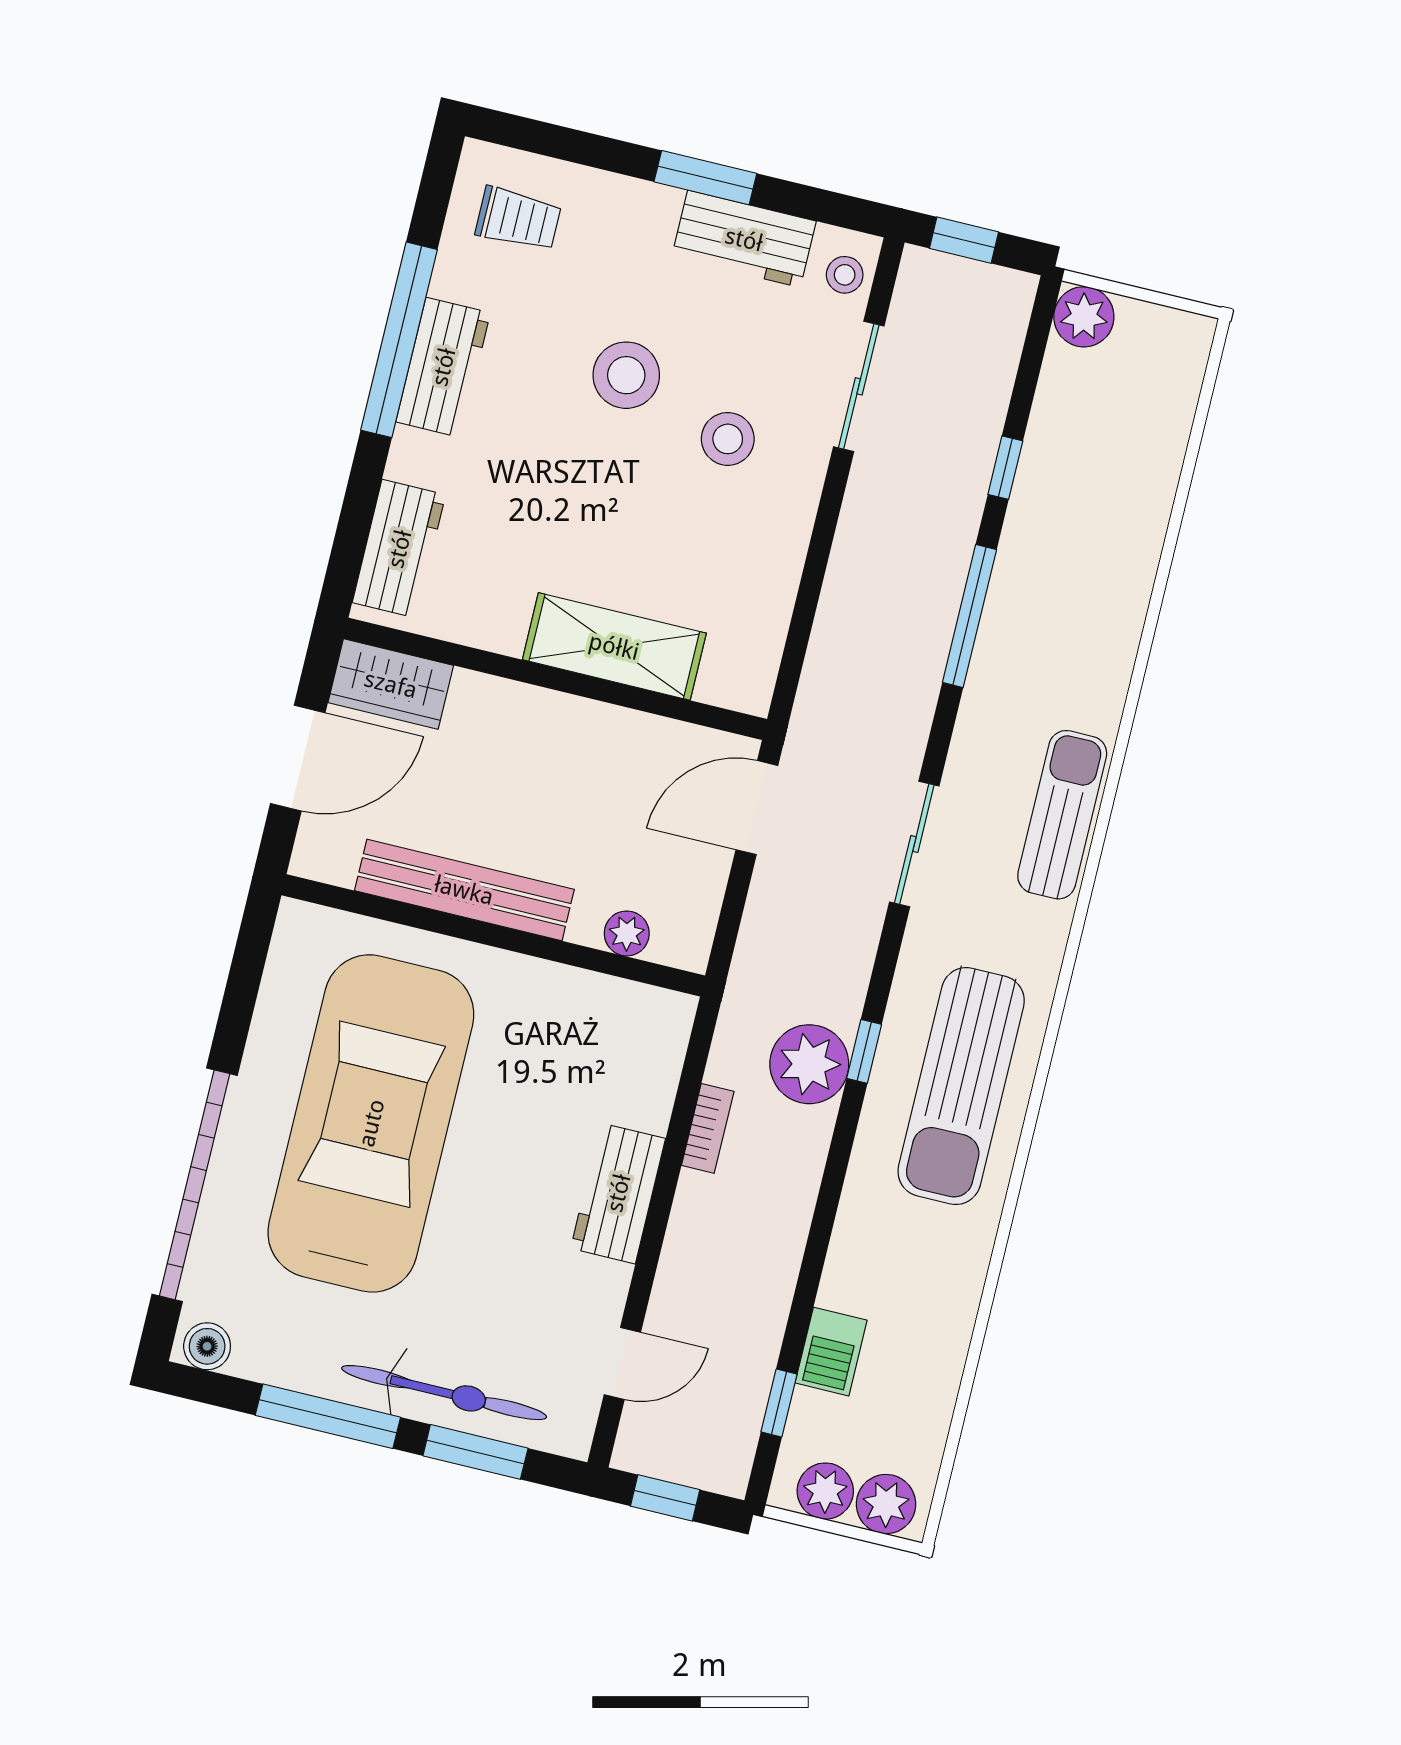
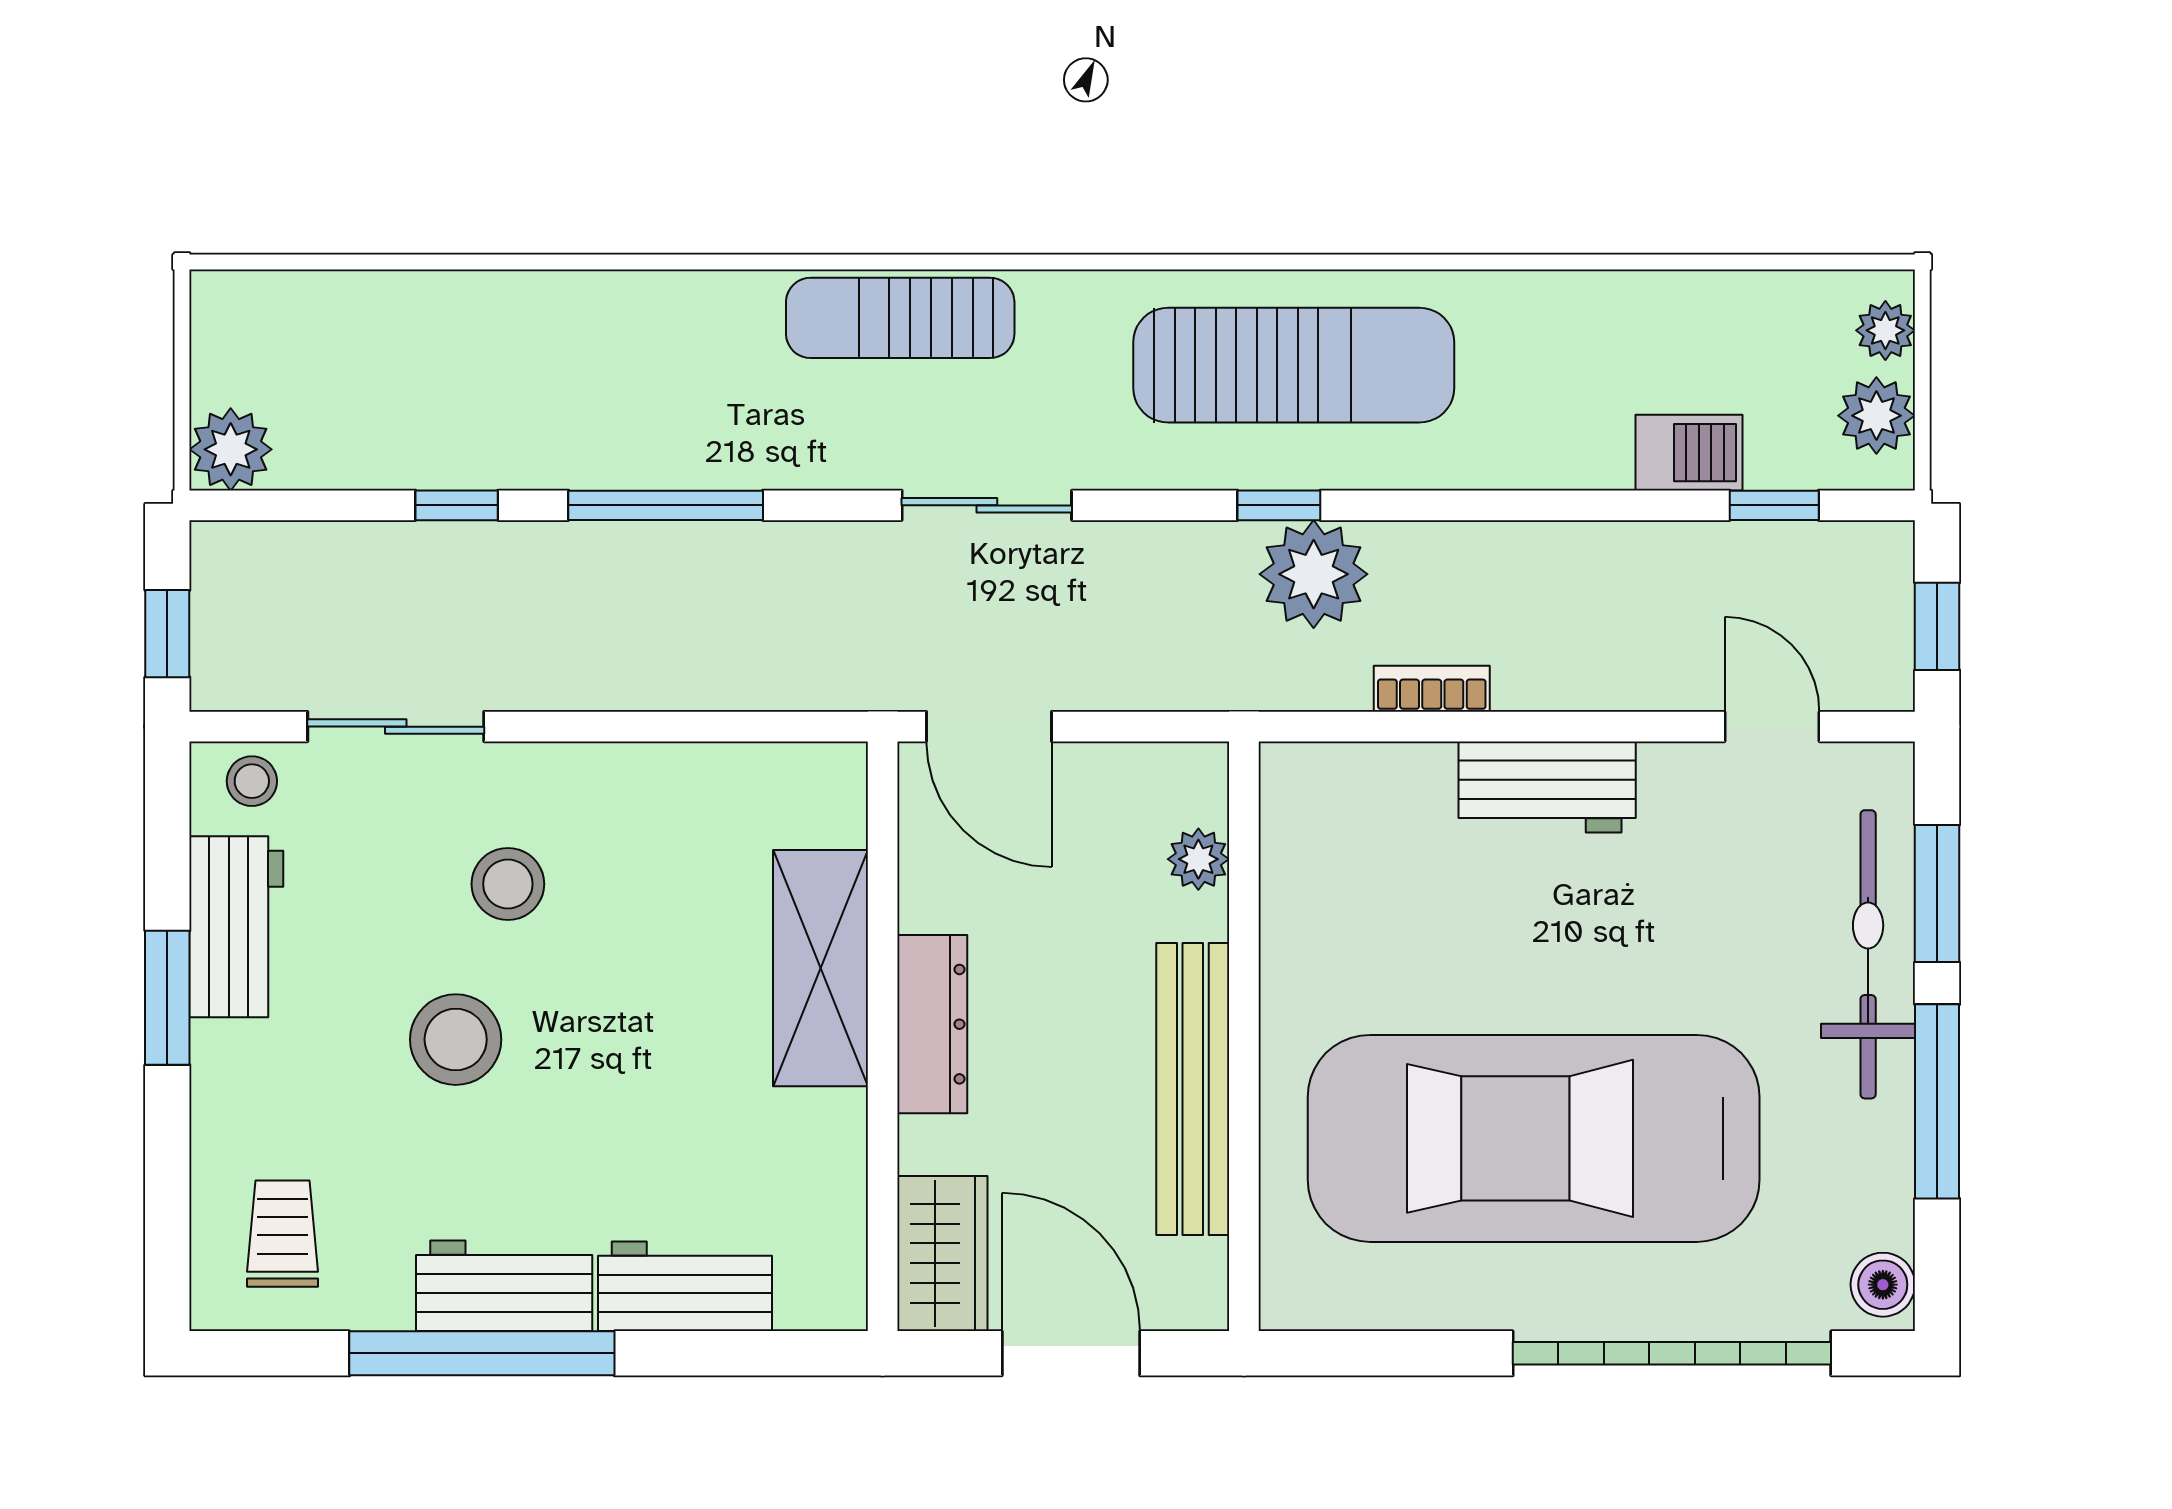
workbench: (399, 549) -> (685, 1286), moved
dresser: (555, 716) -> (932, 1024), added
plant: (886, 1504) -> (1885, 330), width x0.73, depth x0.73

